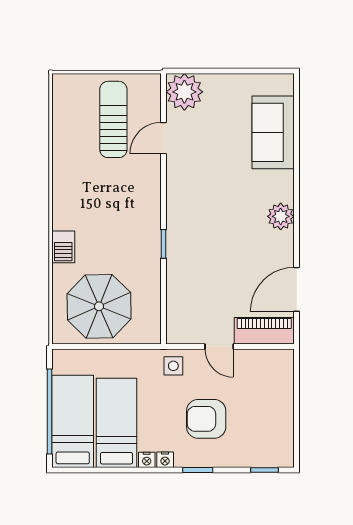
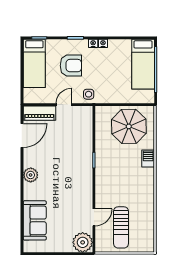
door: (219, 346) -> (64, 105), hinge flipped
bed: (117, 423) -> (34, 63), moved

